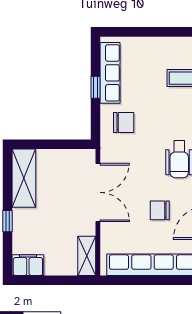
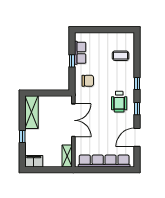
row of seats: (110, 73) -> (80, 53), width x0.68
chair: (160, 210) -> (108, 130), removed

